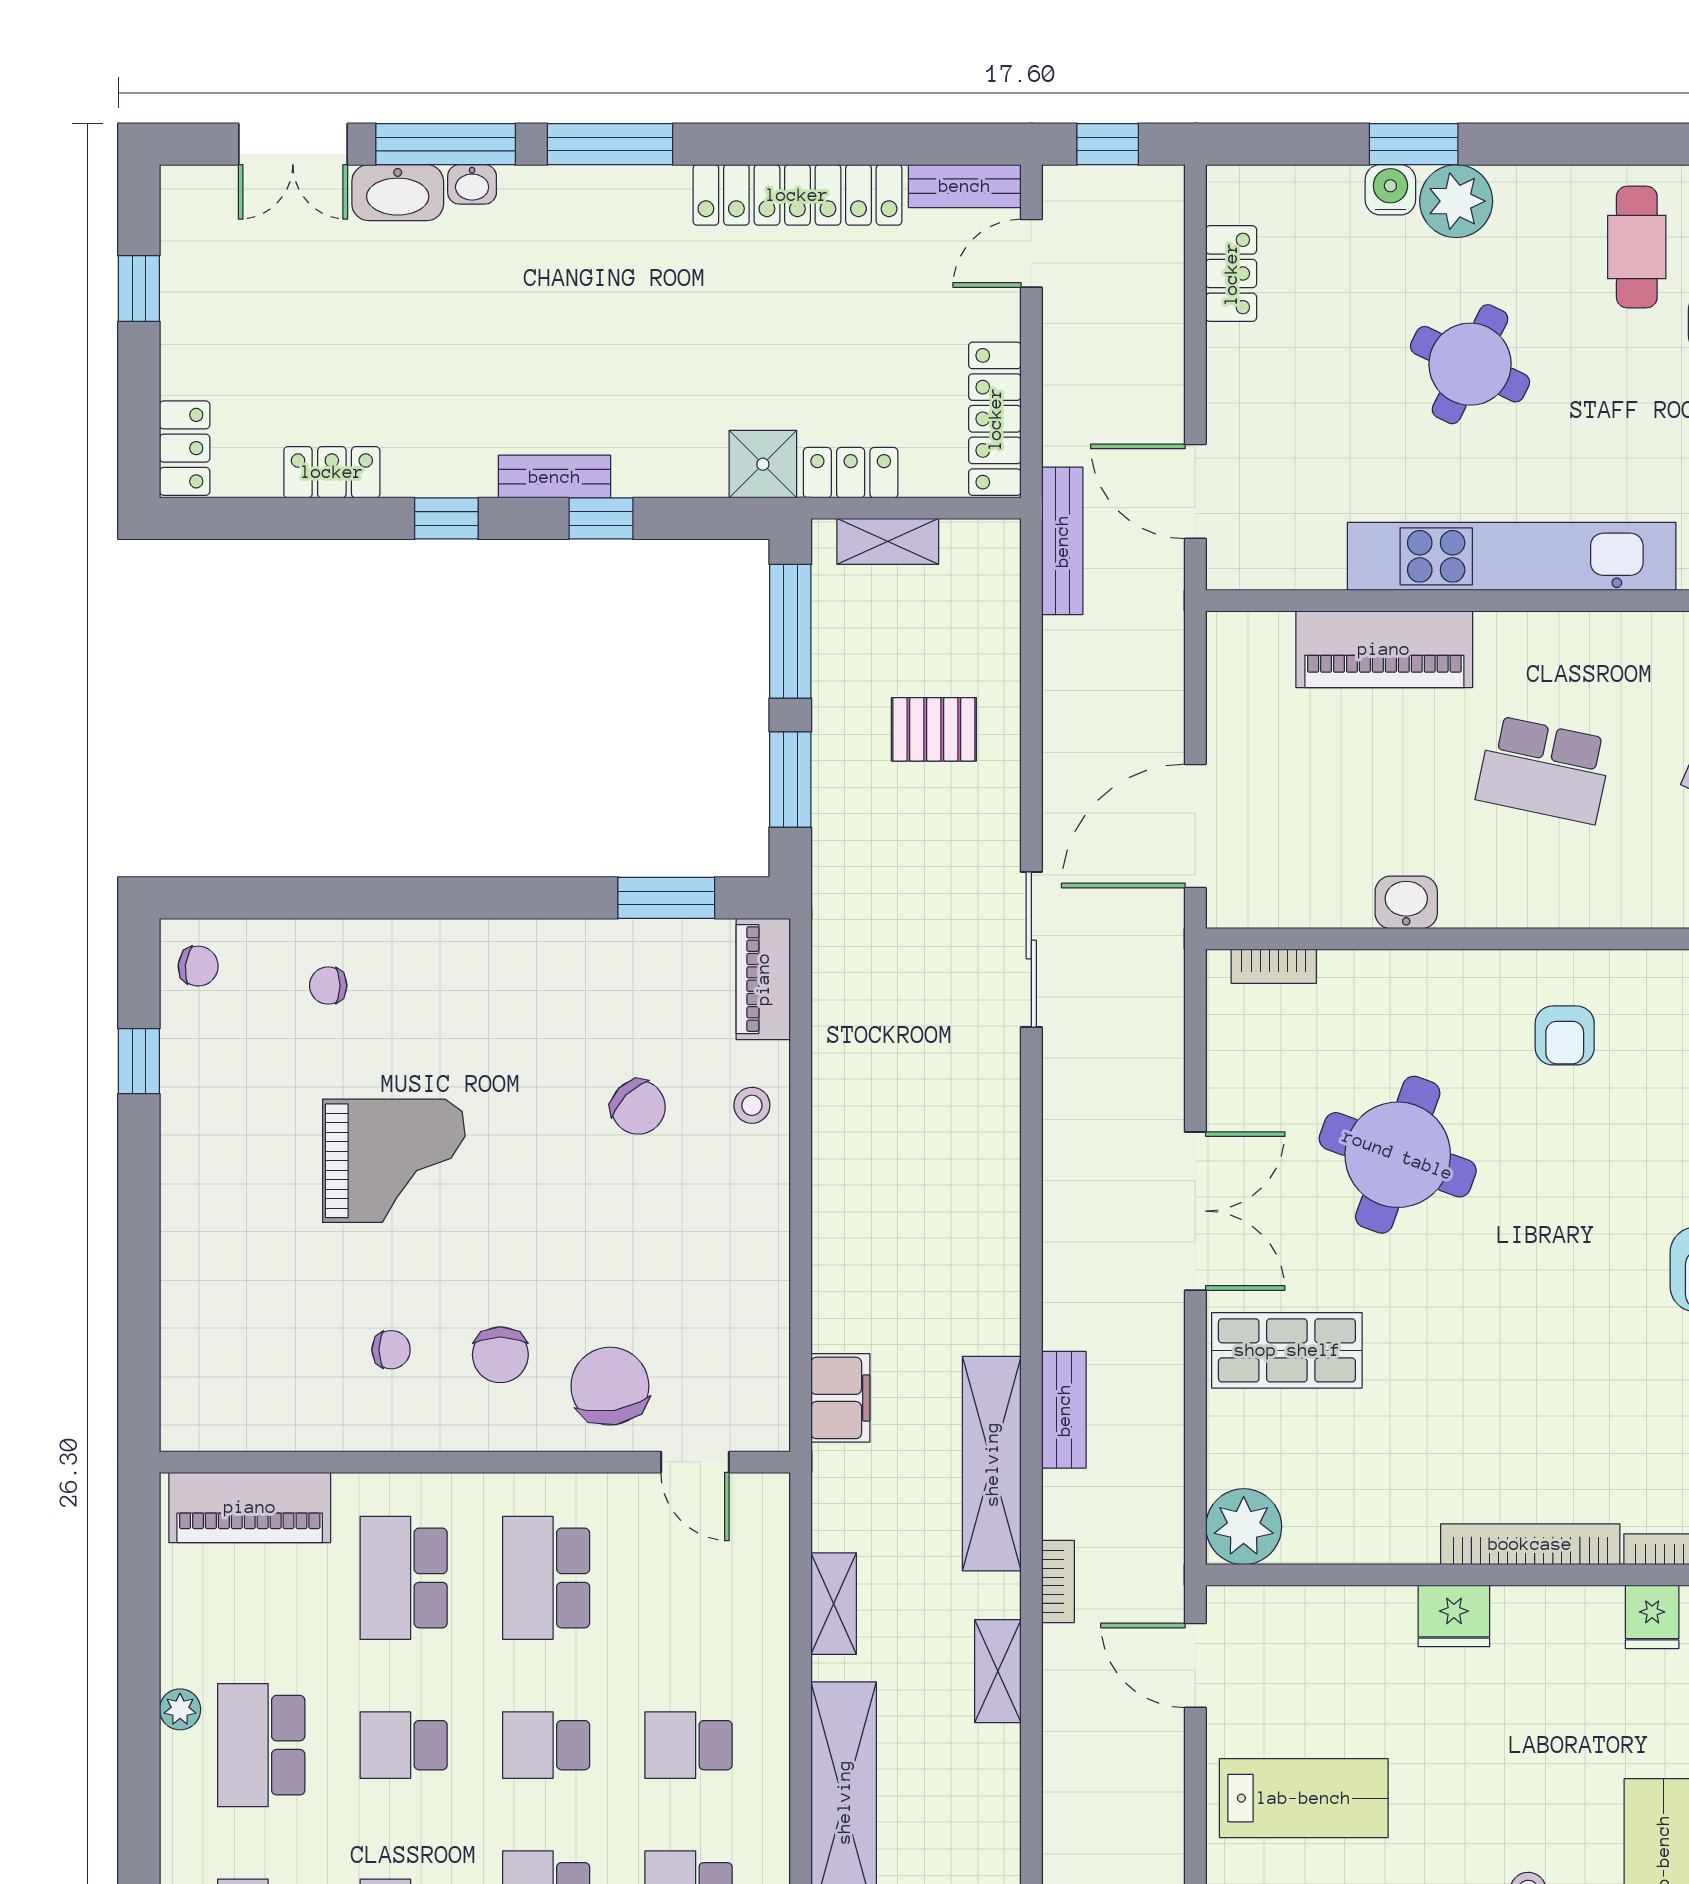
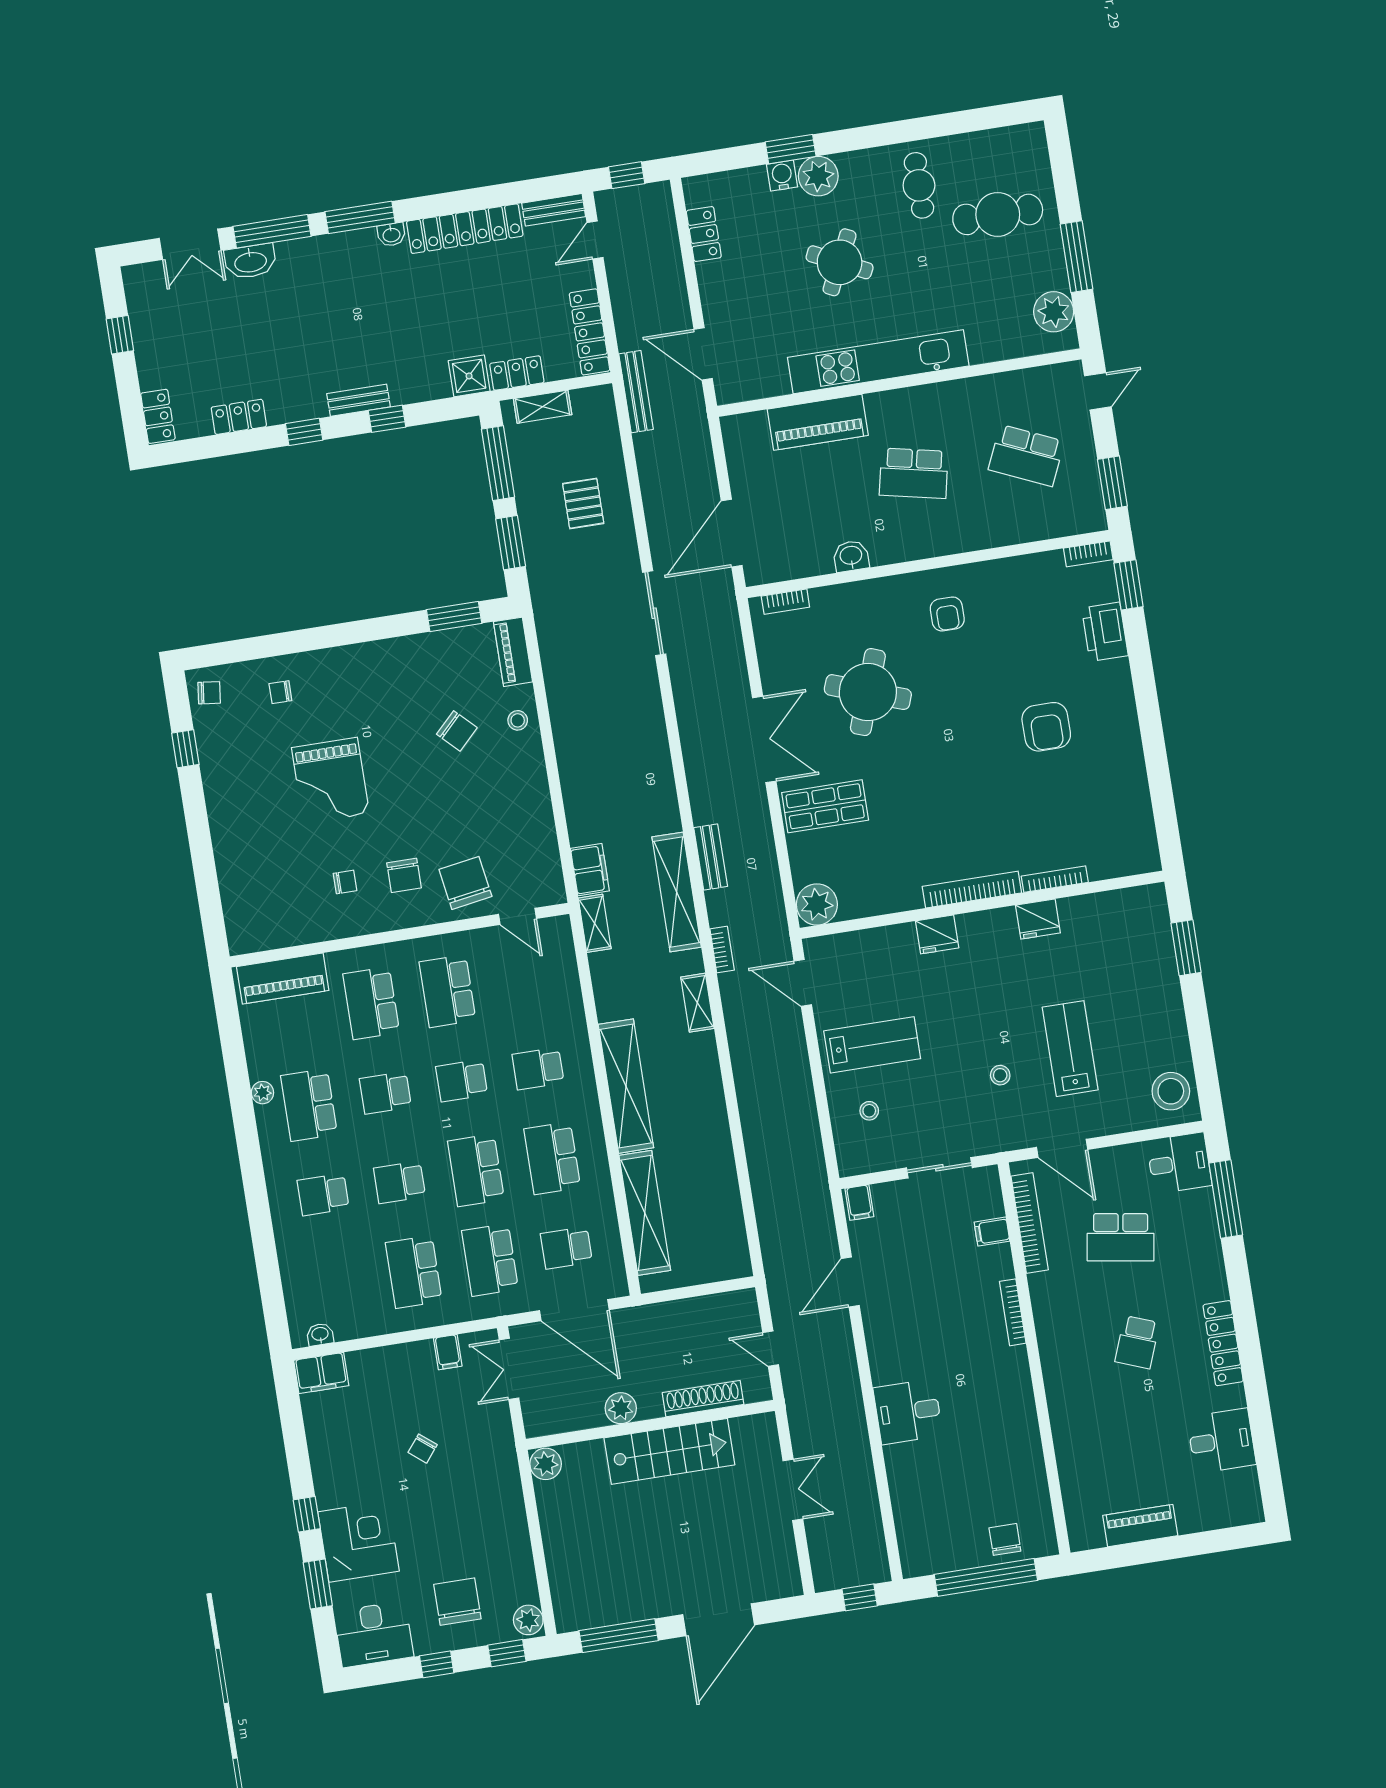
washbasin: (472, 184) -> (391, 235), moved
pallet: (934, 729) -> (583, 503), turned 90
grand piano: (394, 1161) -> (330, 780), turned 90
shelving: (834, 1604) -> (595, 923), moved
fridge: (1652, 1617) -> (1038, 919), width x1.38

